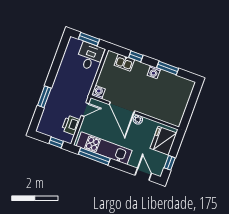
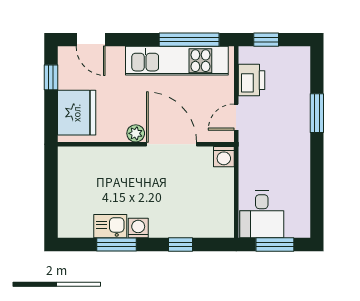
kitchen sink: (124, 62) -> (110, 226), moved

